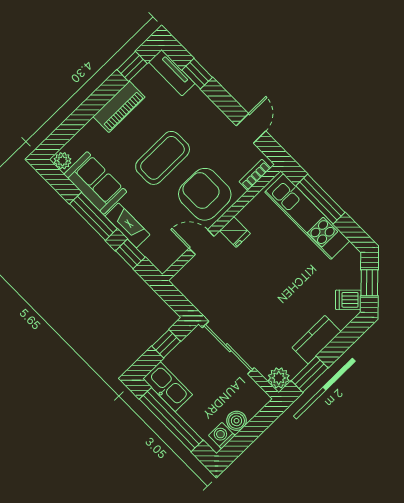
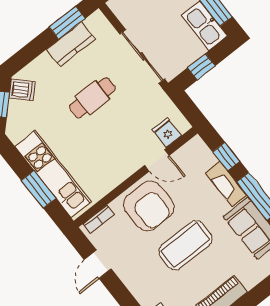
window: (320, 199) -> (39, 189), width x0.69
fridge: (235, 232) -> (167, 133), moved
cafe table: (275, 300) -> (92, 98), added
kitchen counter: (316, 340) -> (71, 44), moved
plant: (279, 378) -> (97, 22), removed

